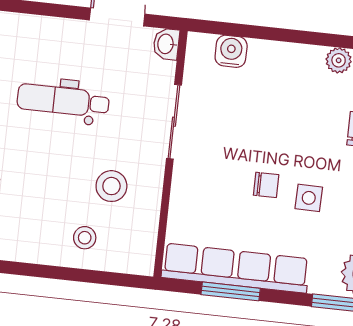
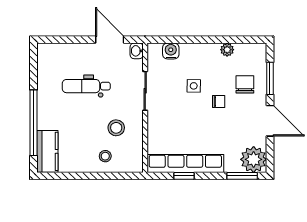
chair: (266, 185) -> (219, 101), moved
side table: (309, 198) -> (194, 86), moved
window: (231, 291) -> (184, 176), width x0.67

